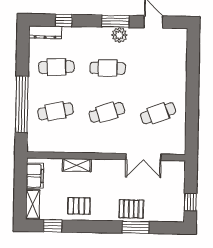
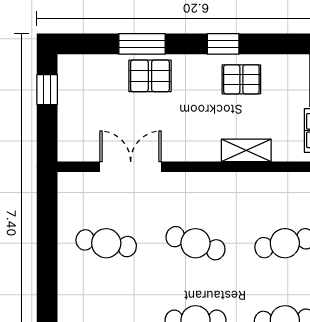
cafe table: (107, 112) -> (196, 243), turned 36
cafe table: (158, 113) -> (106, 243), turned 30
window: (53, 226) -> (223, 44), moved

